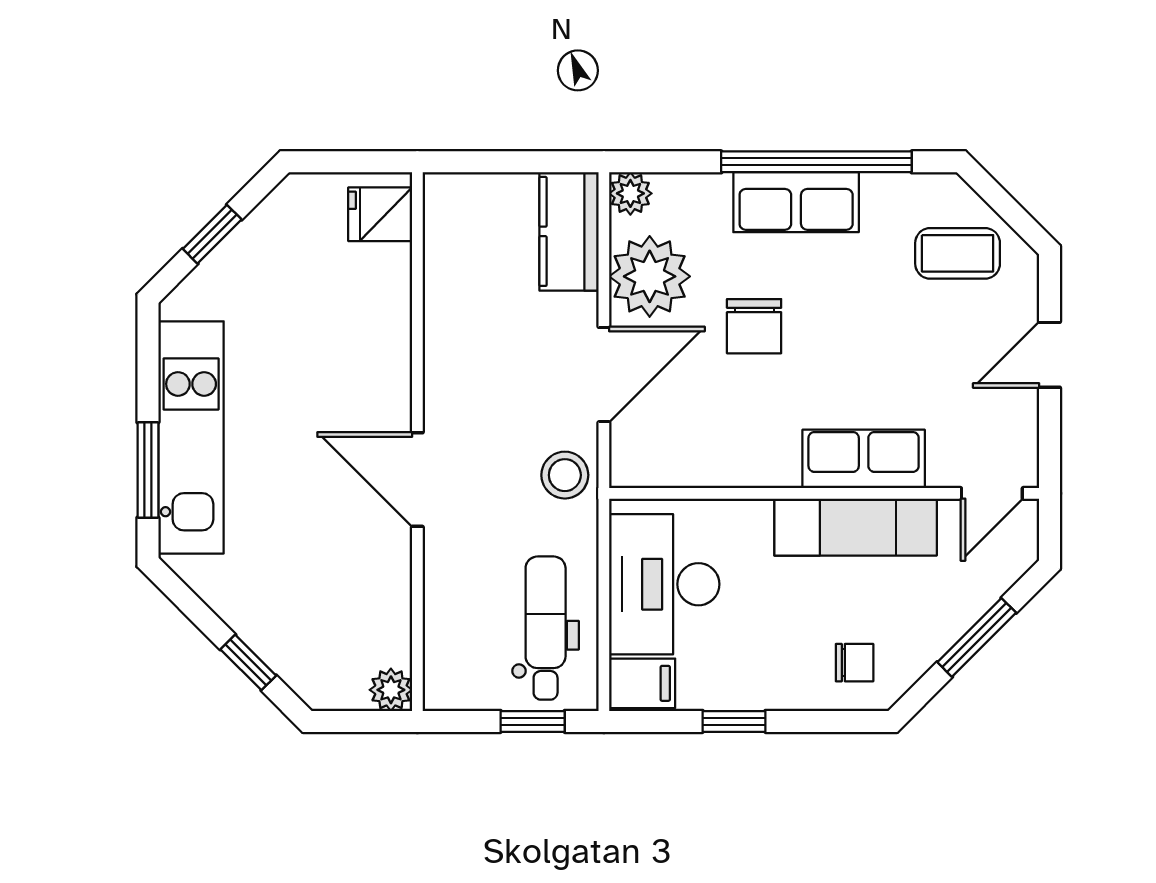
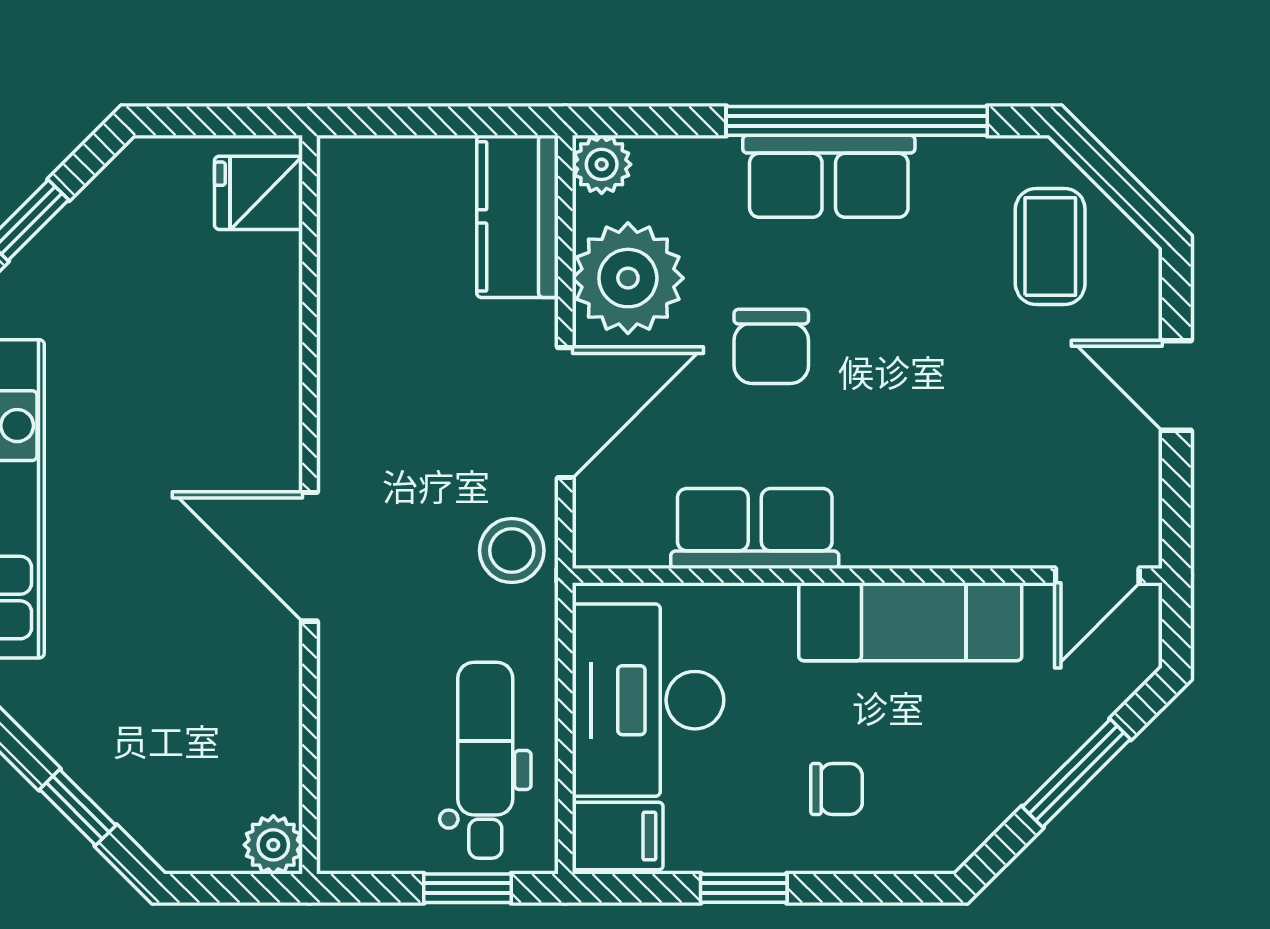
coffee table: (958, 253) -> (1050, 246), turned 90
door: (1049, 355) -> (1176, 385), hinge flipped
row of seats: (864, 459) -> (755, 528), moved
chair: (855, 663) -> (837, 789), moved

